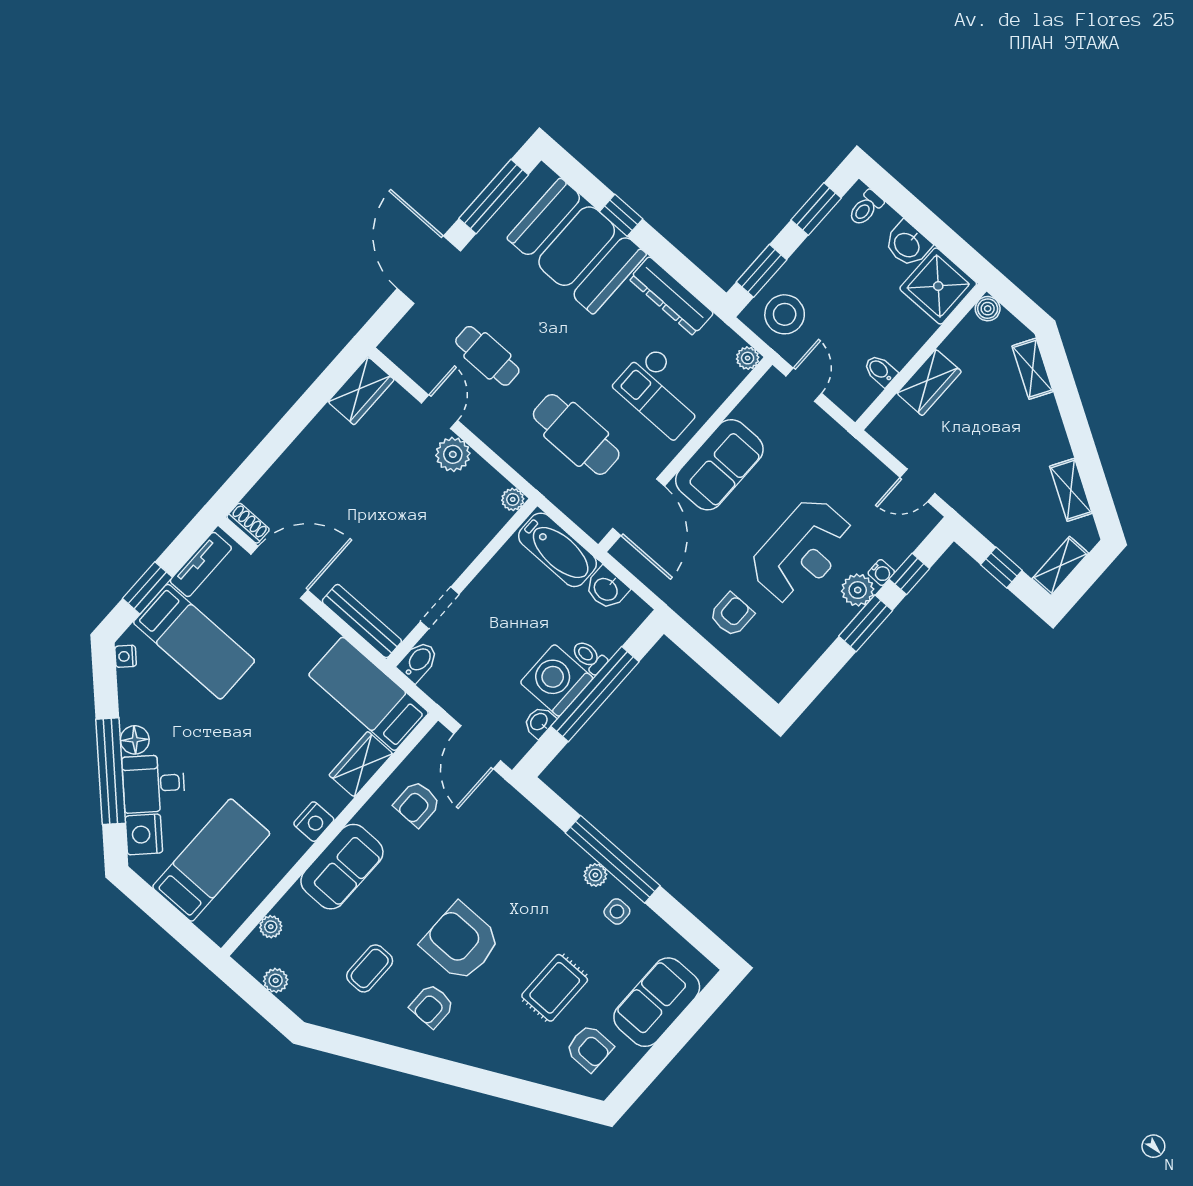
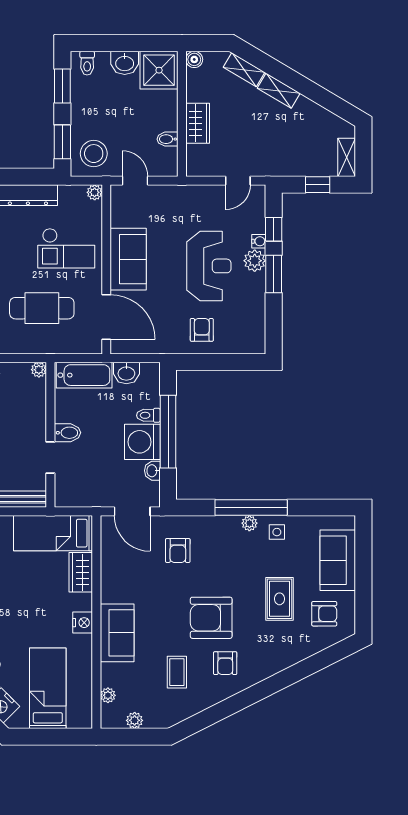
shelving: (1071, 490) -> (279, 91), moved
bidet: (418, 661) -> (68, 433), moved, turned 90
armchair: (417, 804) -> (178, 550), moved

